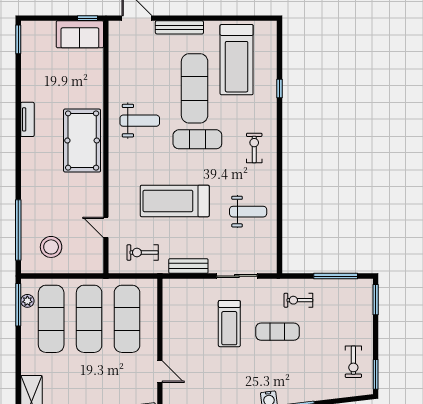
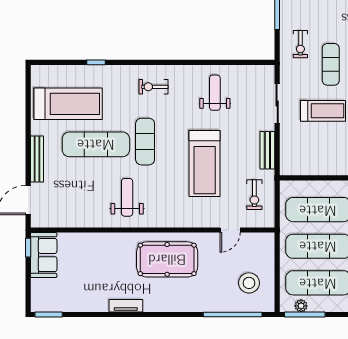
pool table: (82, 141) -> (167, 259), moved

